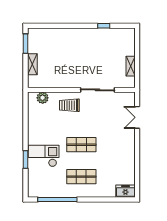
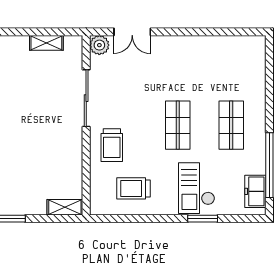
shelving: (32, 64) -> (65, 207), moved
plant: (43, 98) -> (99, 45), moved
trolley: (43, 118) -> (133, 188), added
freezer: (125, 191) -> (255, 191), moved

